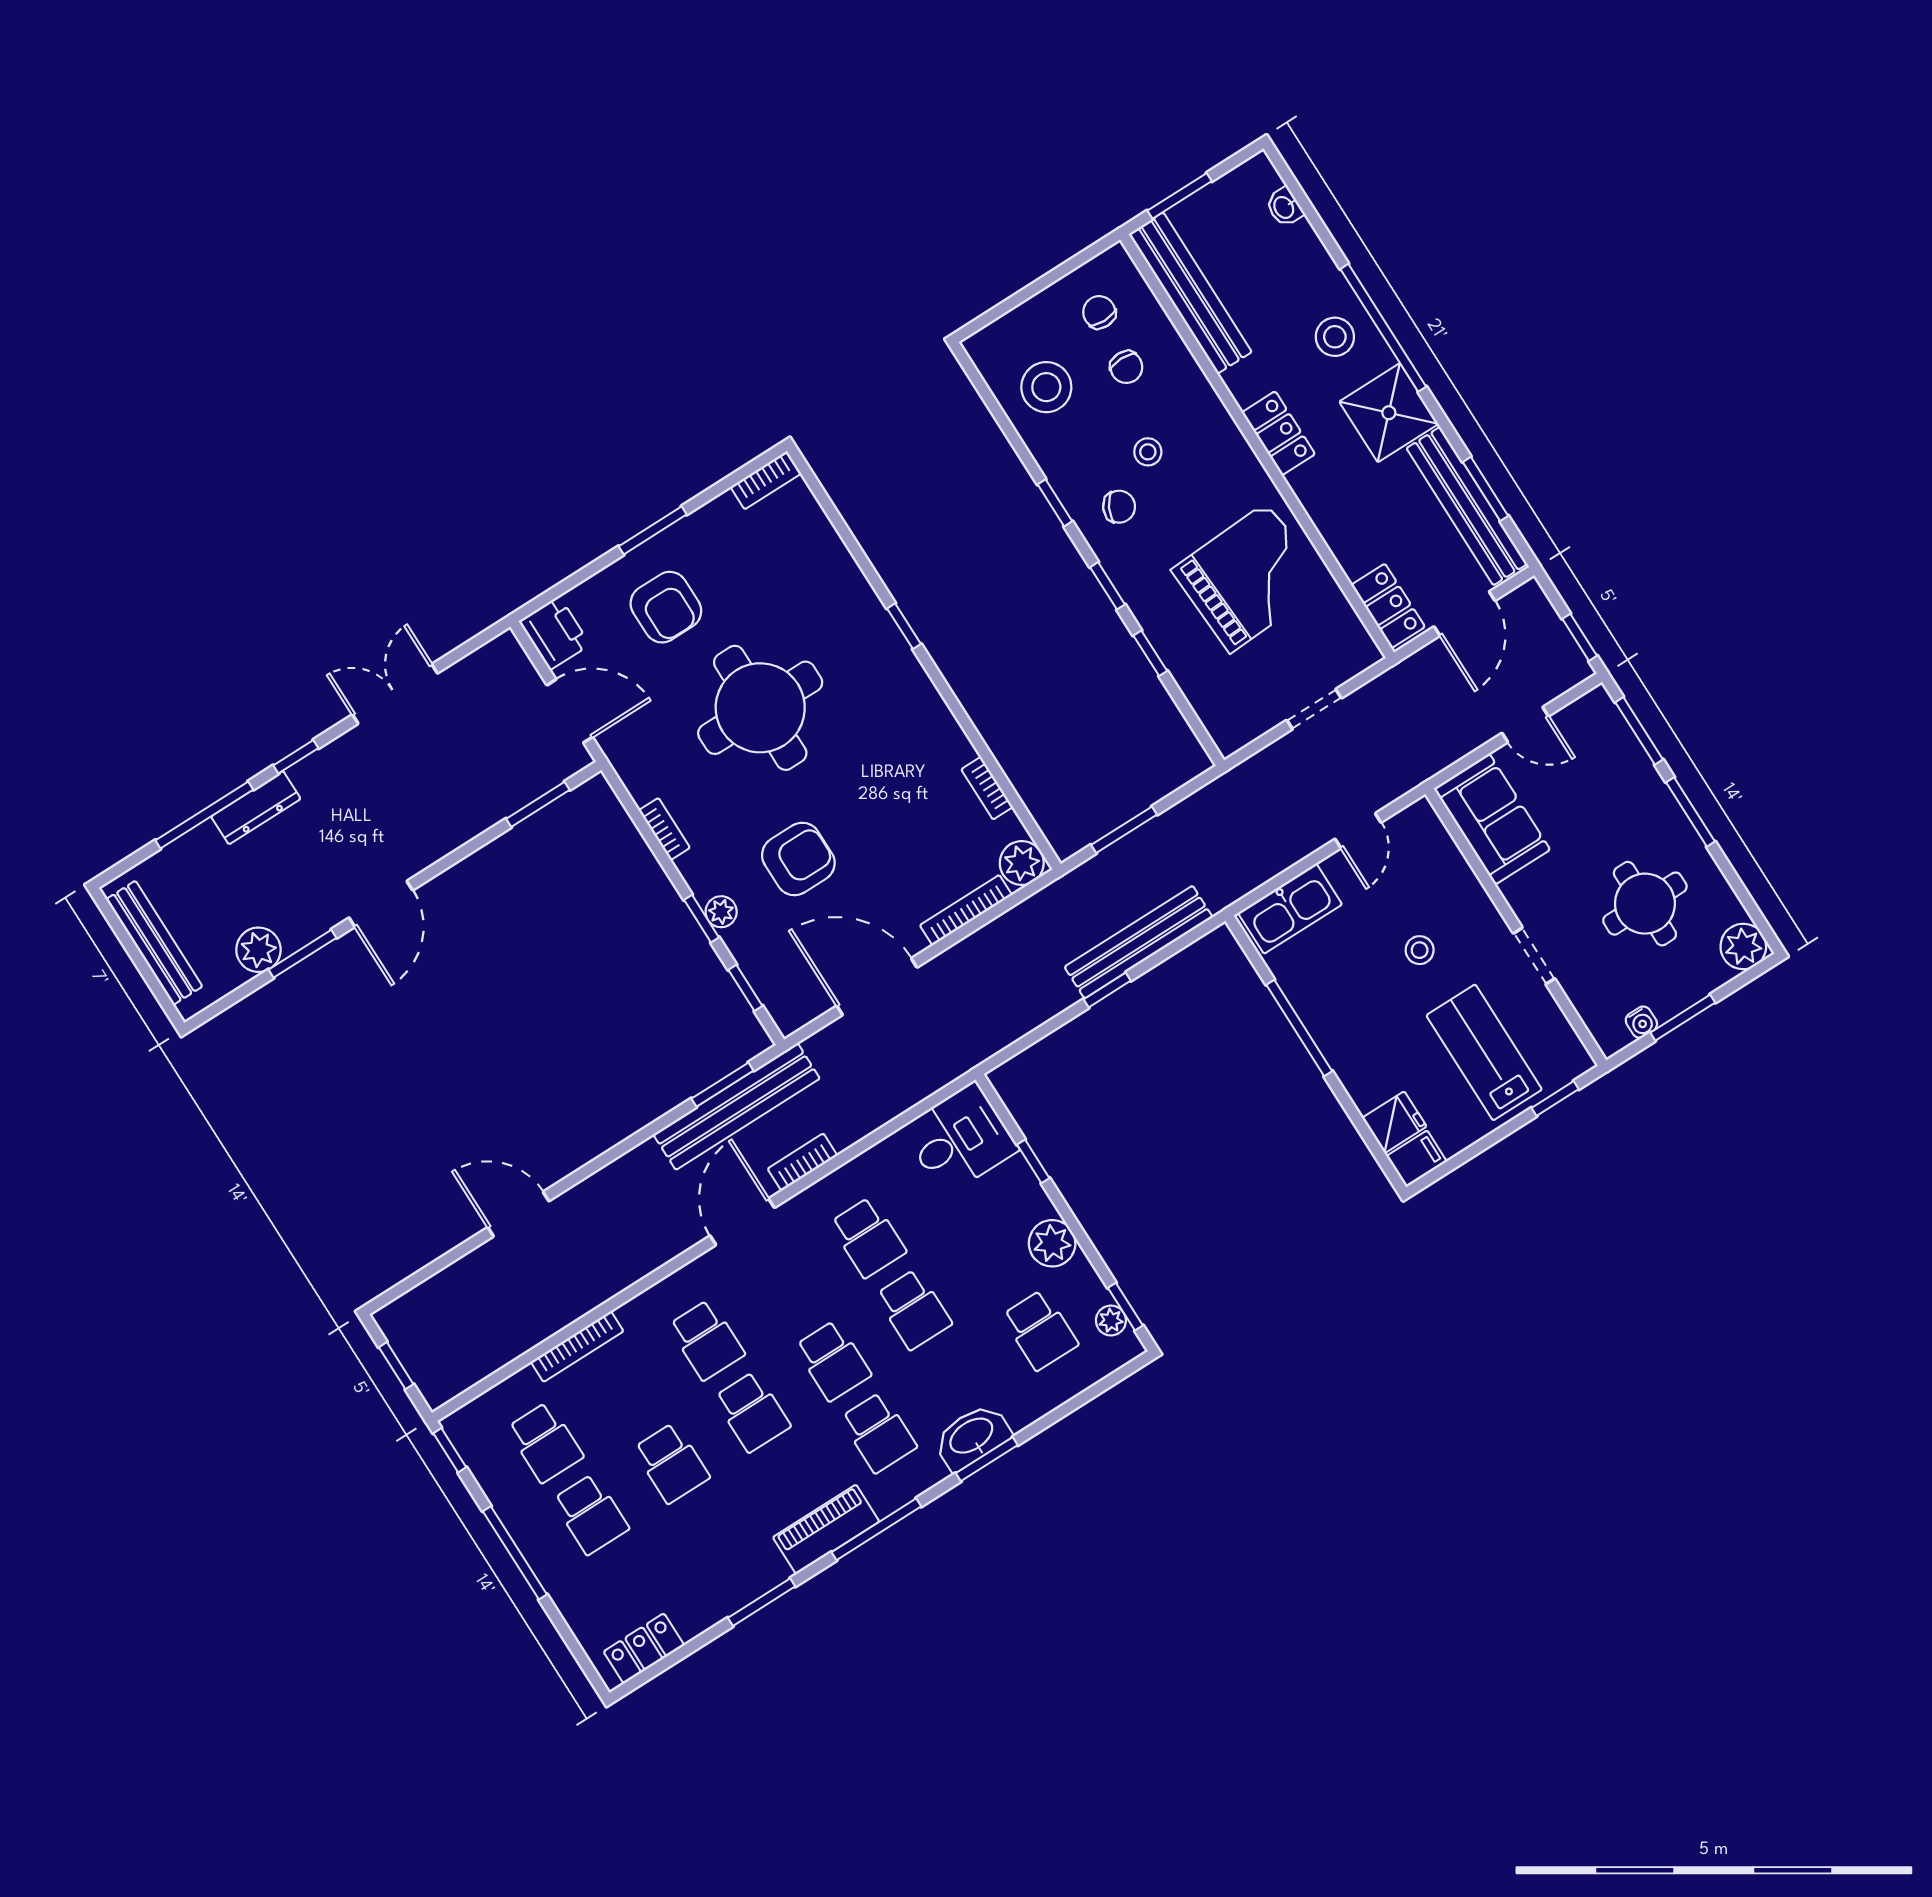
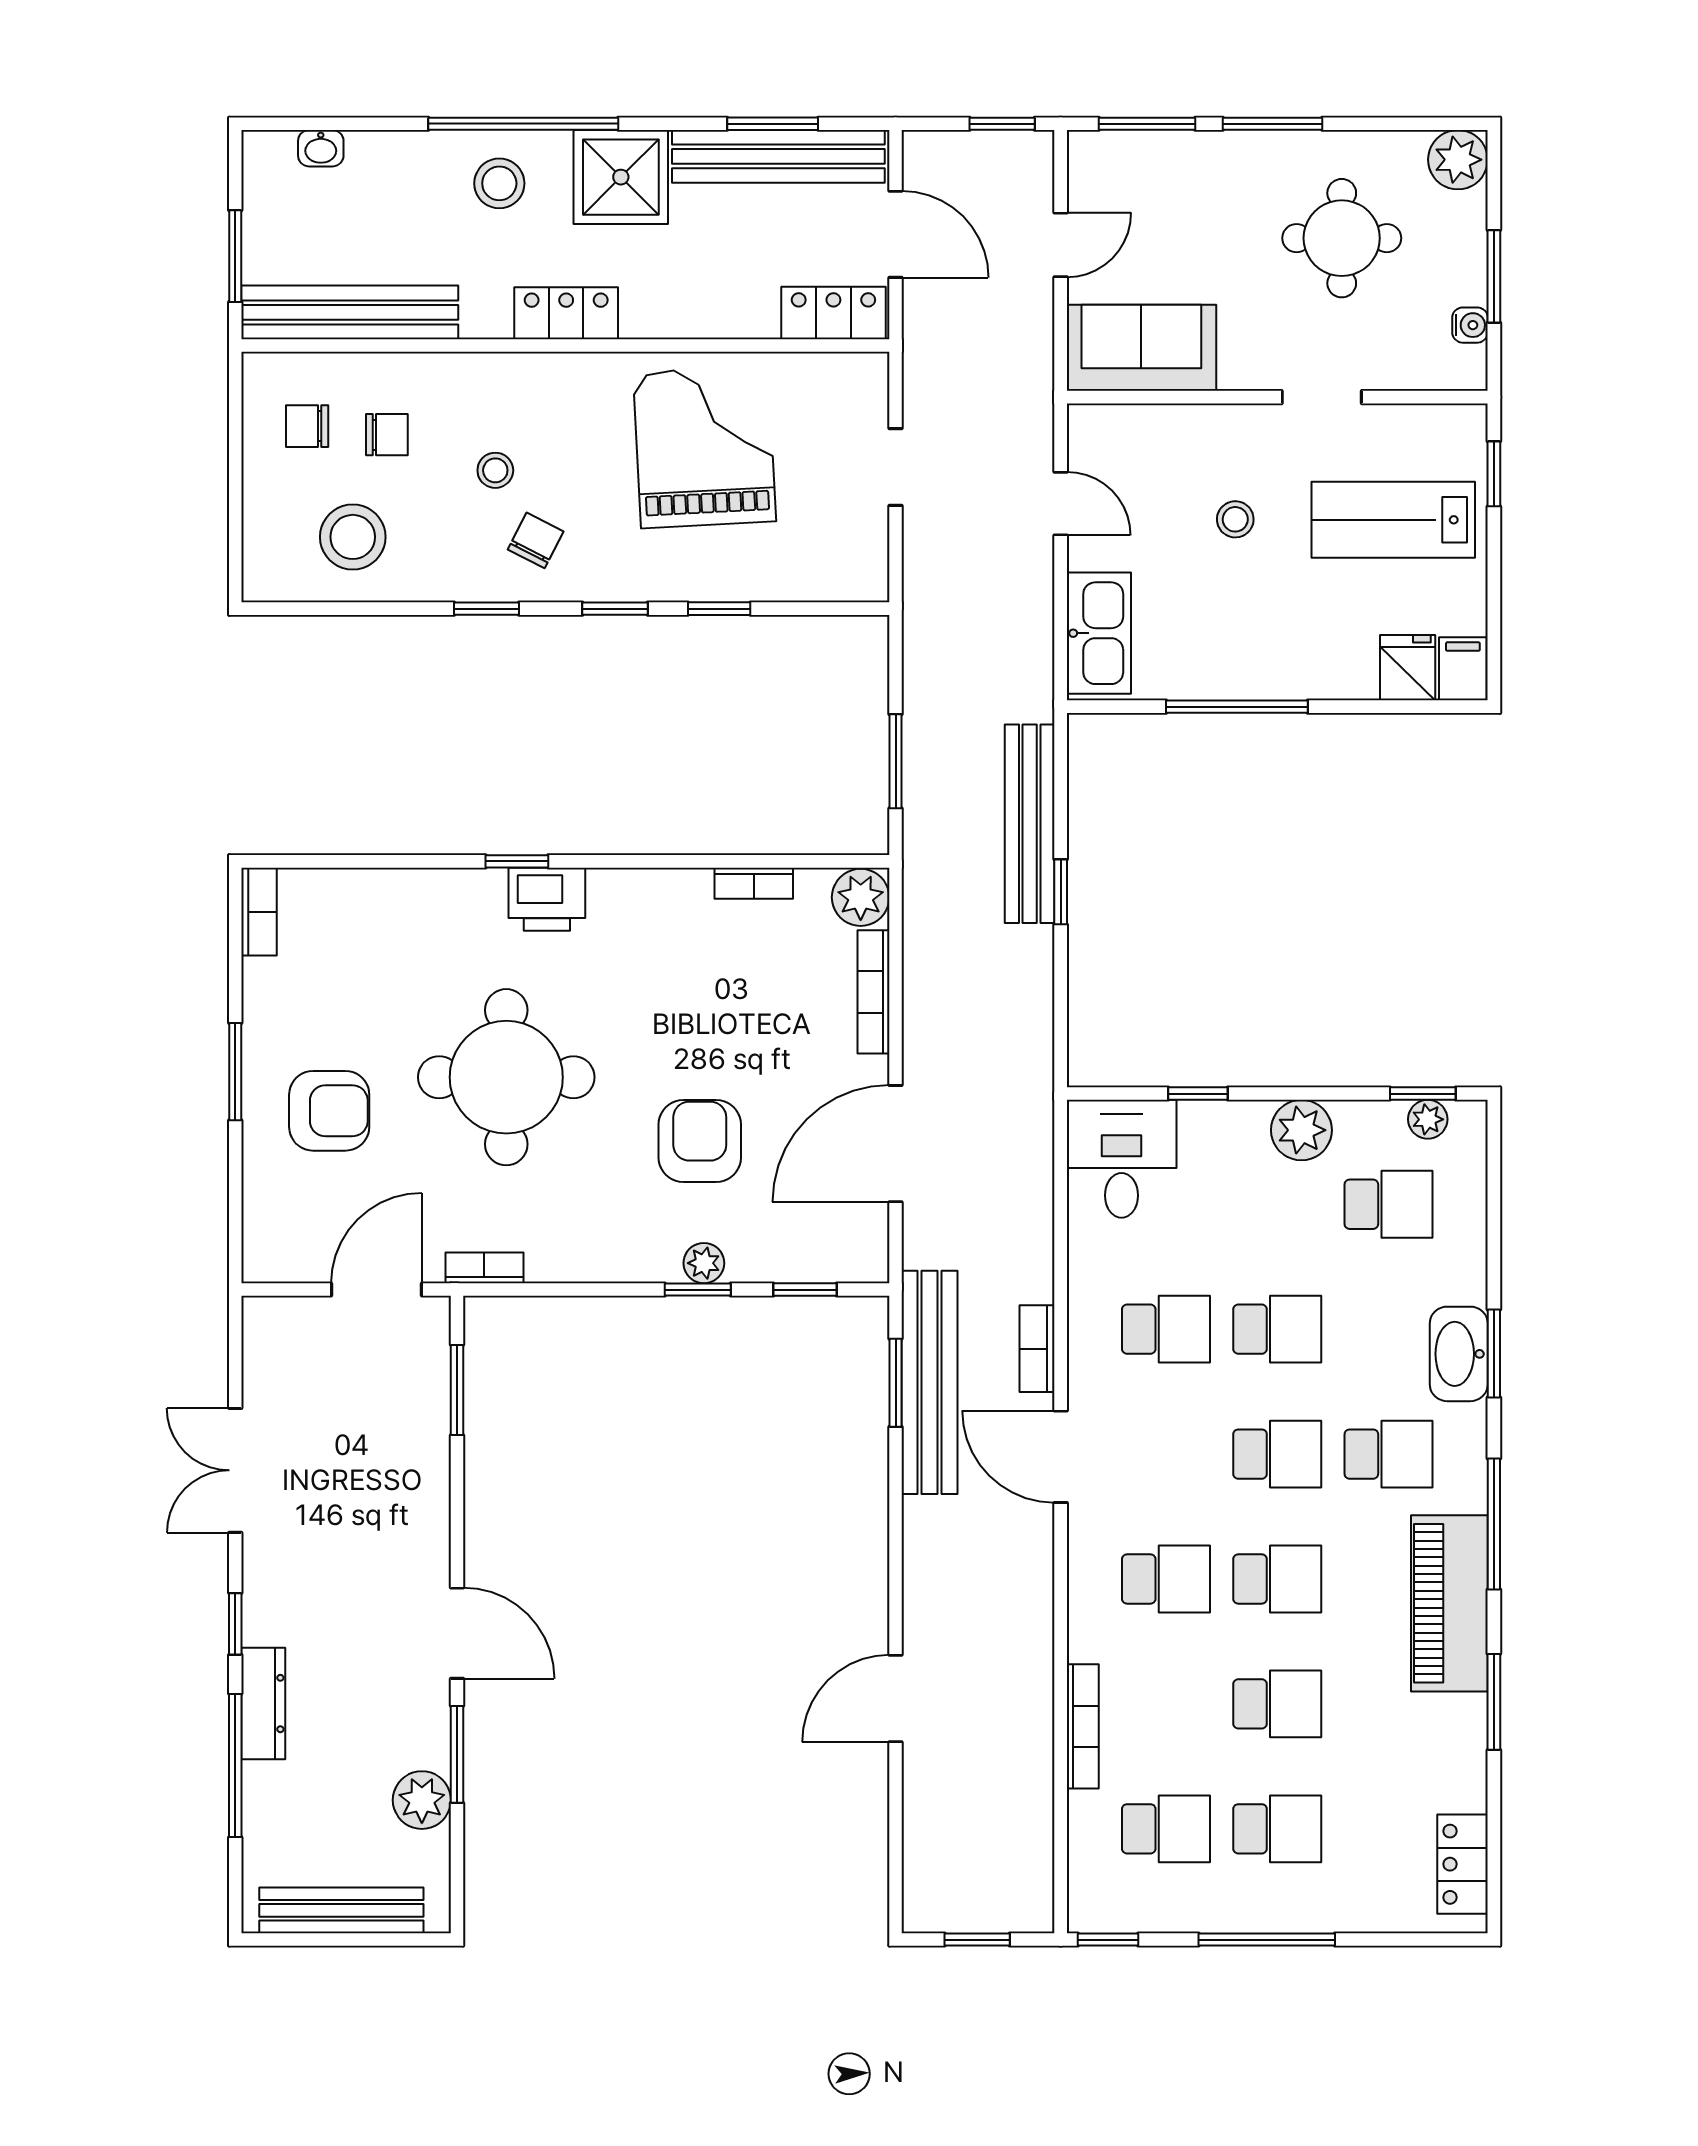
printer: (555, 633) -> (547, 899), moved, turned 180
bookcase: (664, 829) -> (484, 1268), moved
piano: (826, 1529) -> (1449, 1603), width x1.37, depth x1.33

